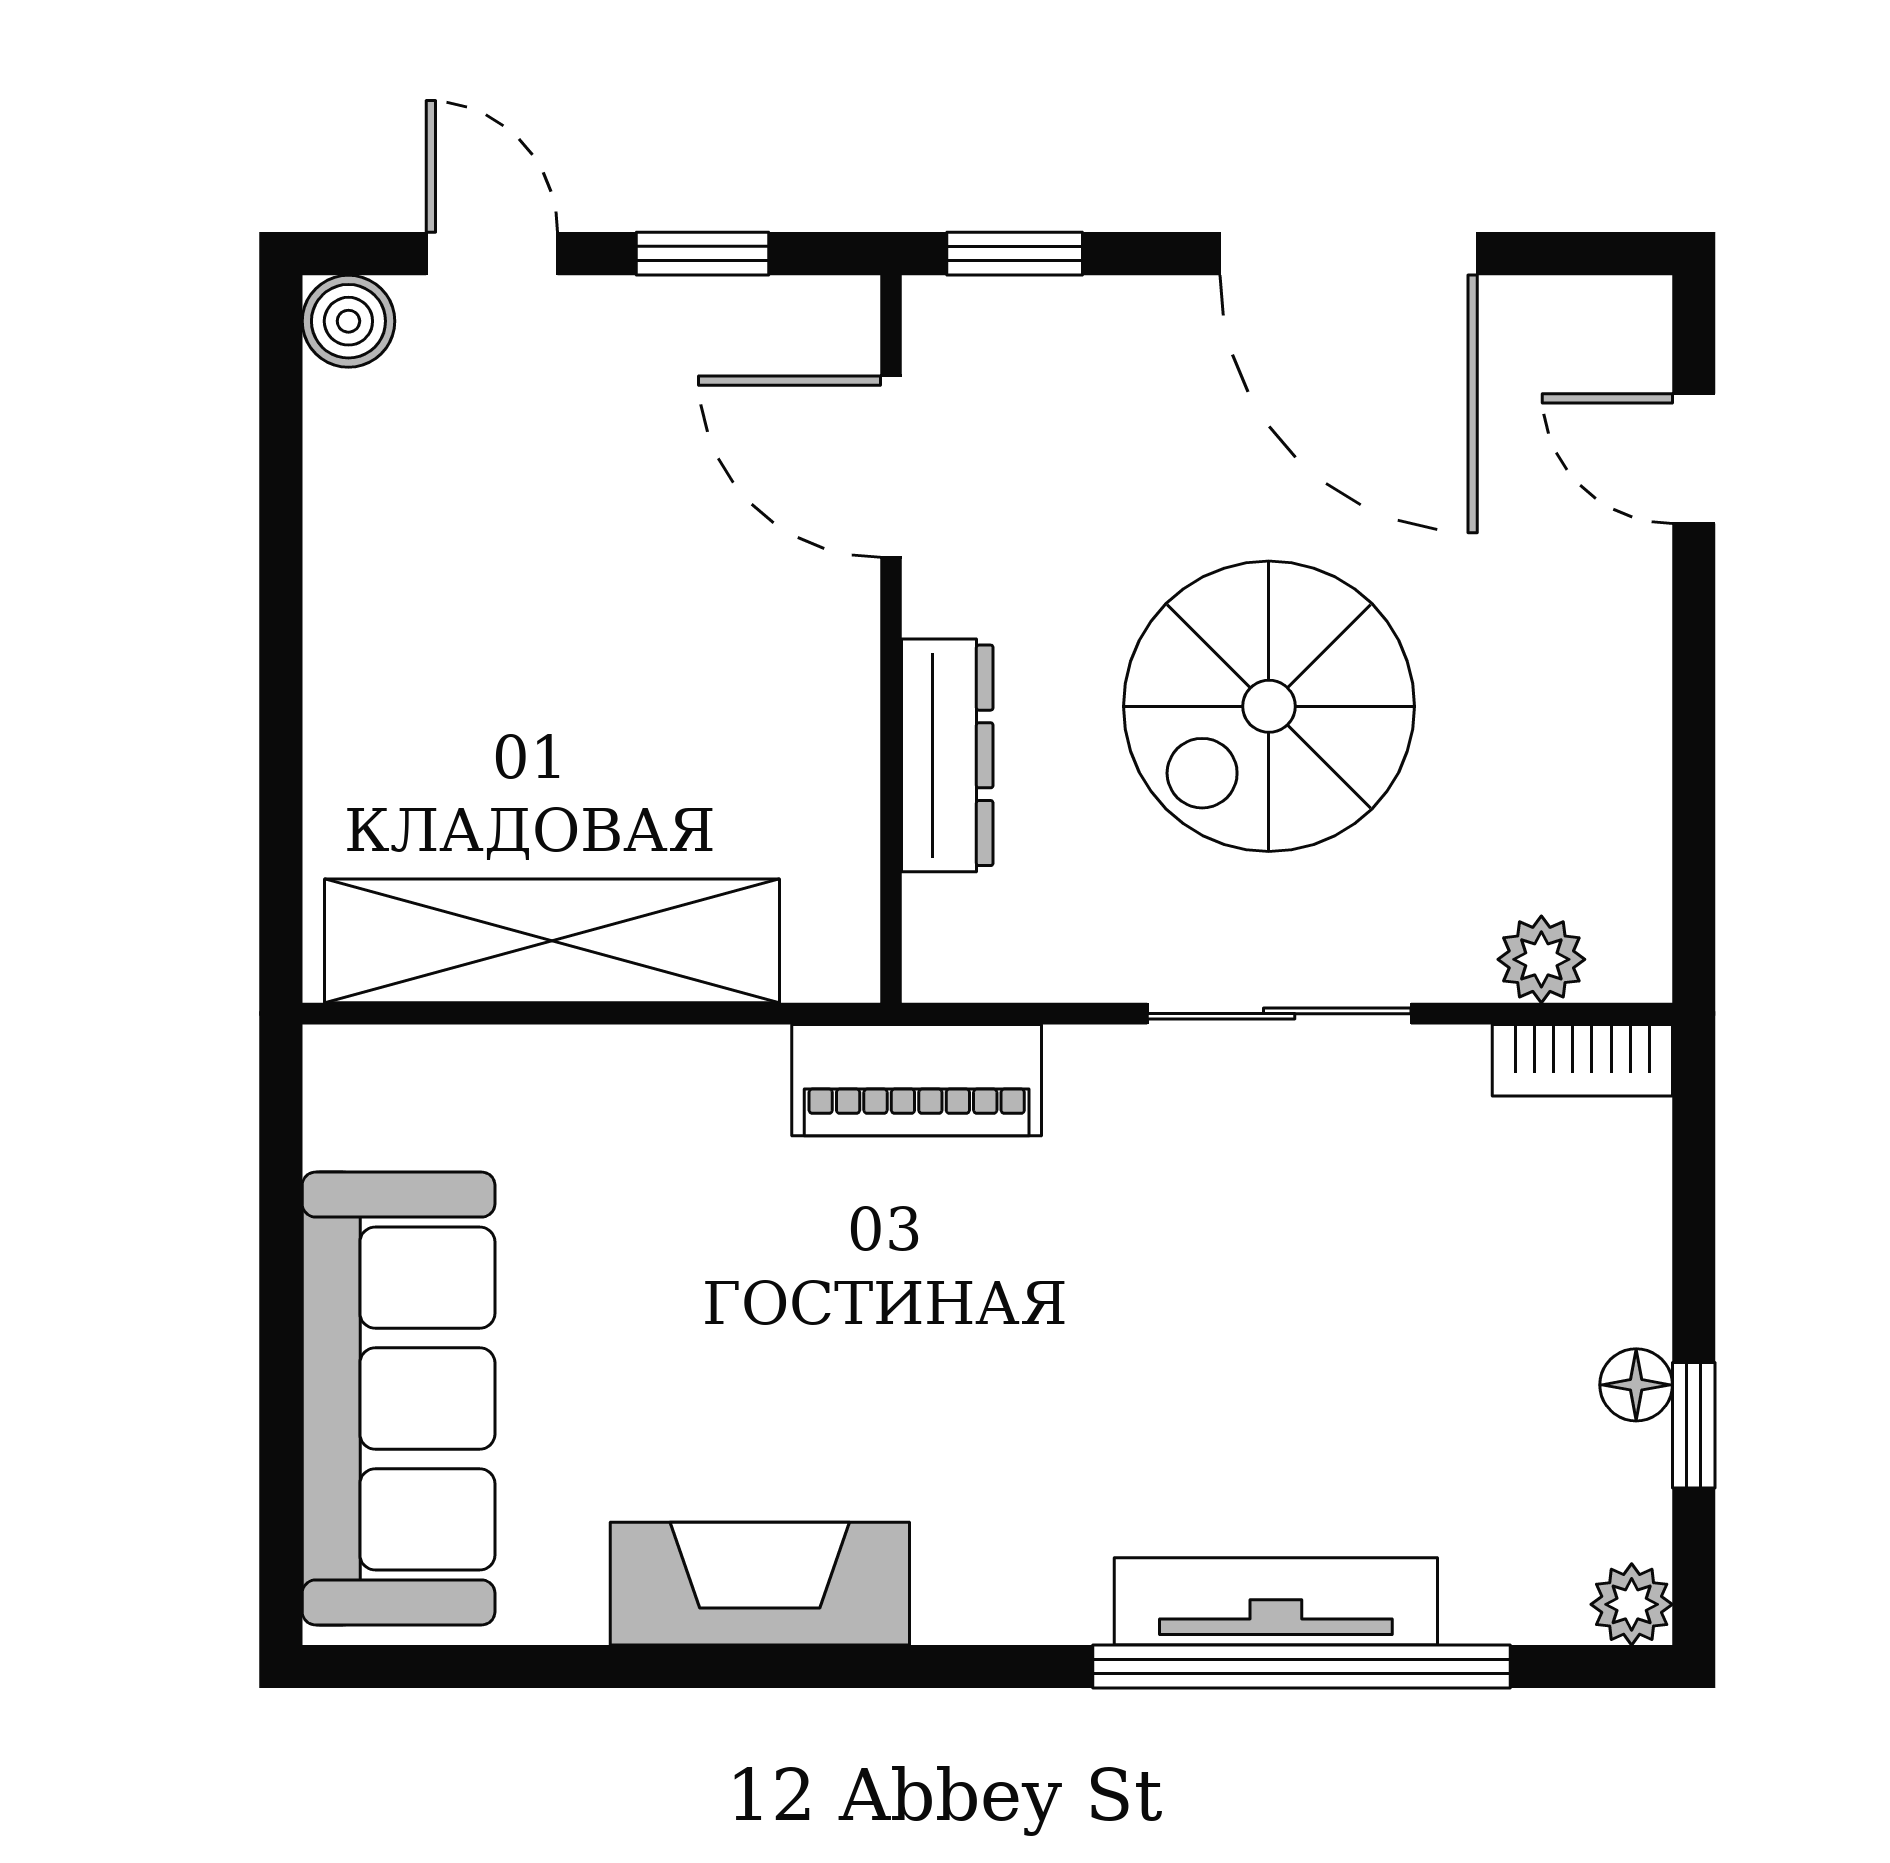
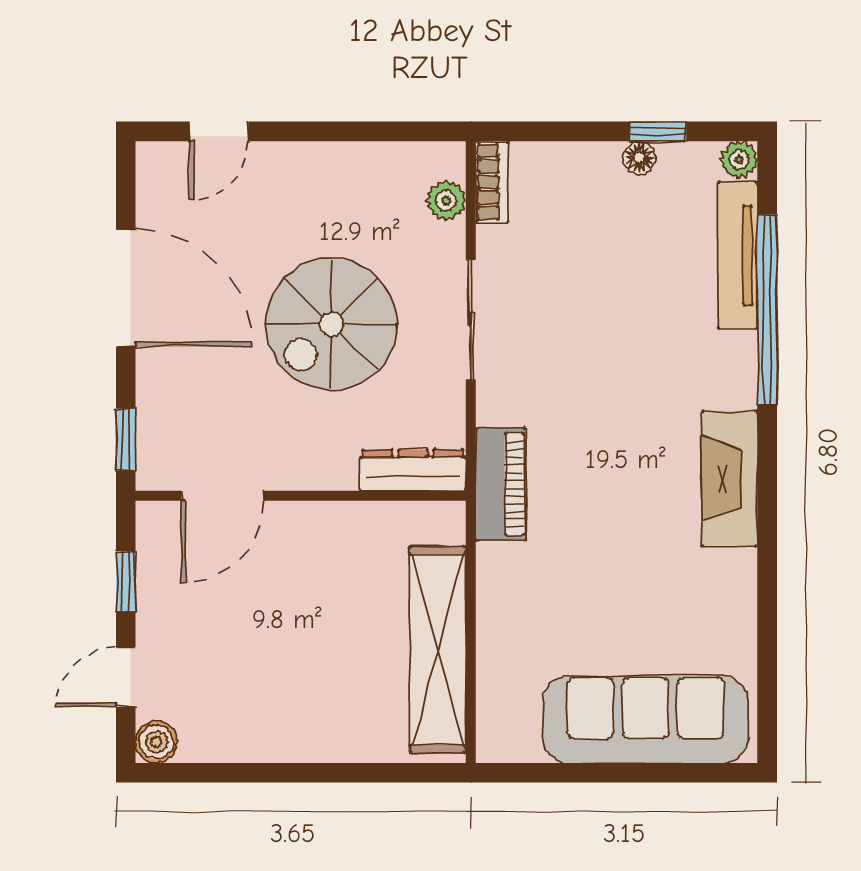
door: (1349, 254) -> (126, 288), hinge flipped
spiral stairs: (1269, 706) -> (331, 324), turned 90
dresser: (947, 755) -> (413, 470), moved
fireplace: (760, 1584) -> (730, 479), moved
tv unit: (1276, 1601) -> (738, 255), moved

